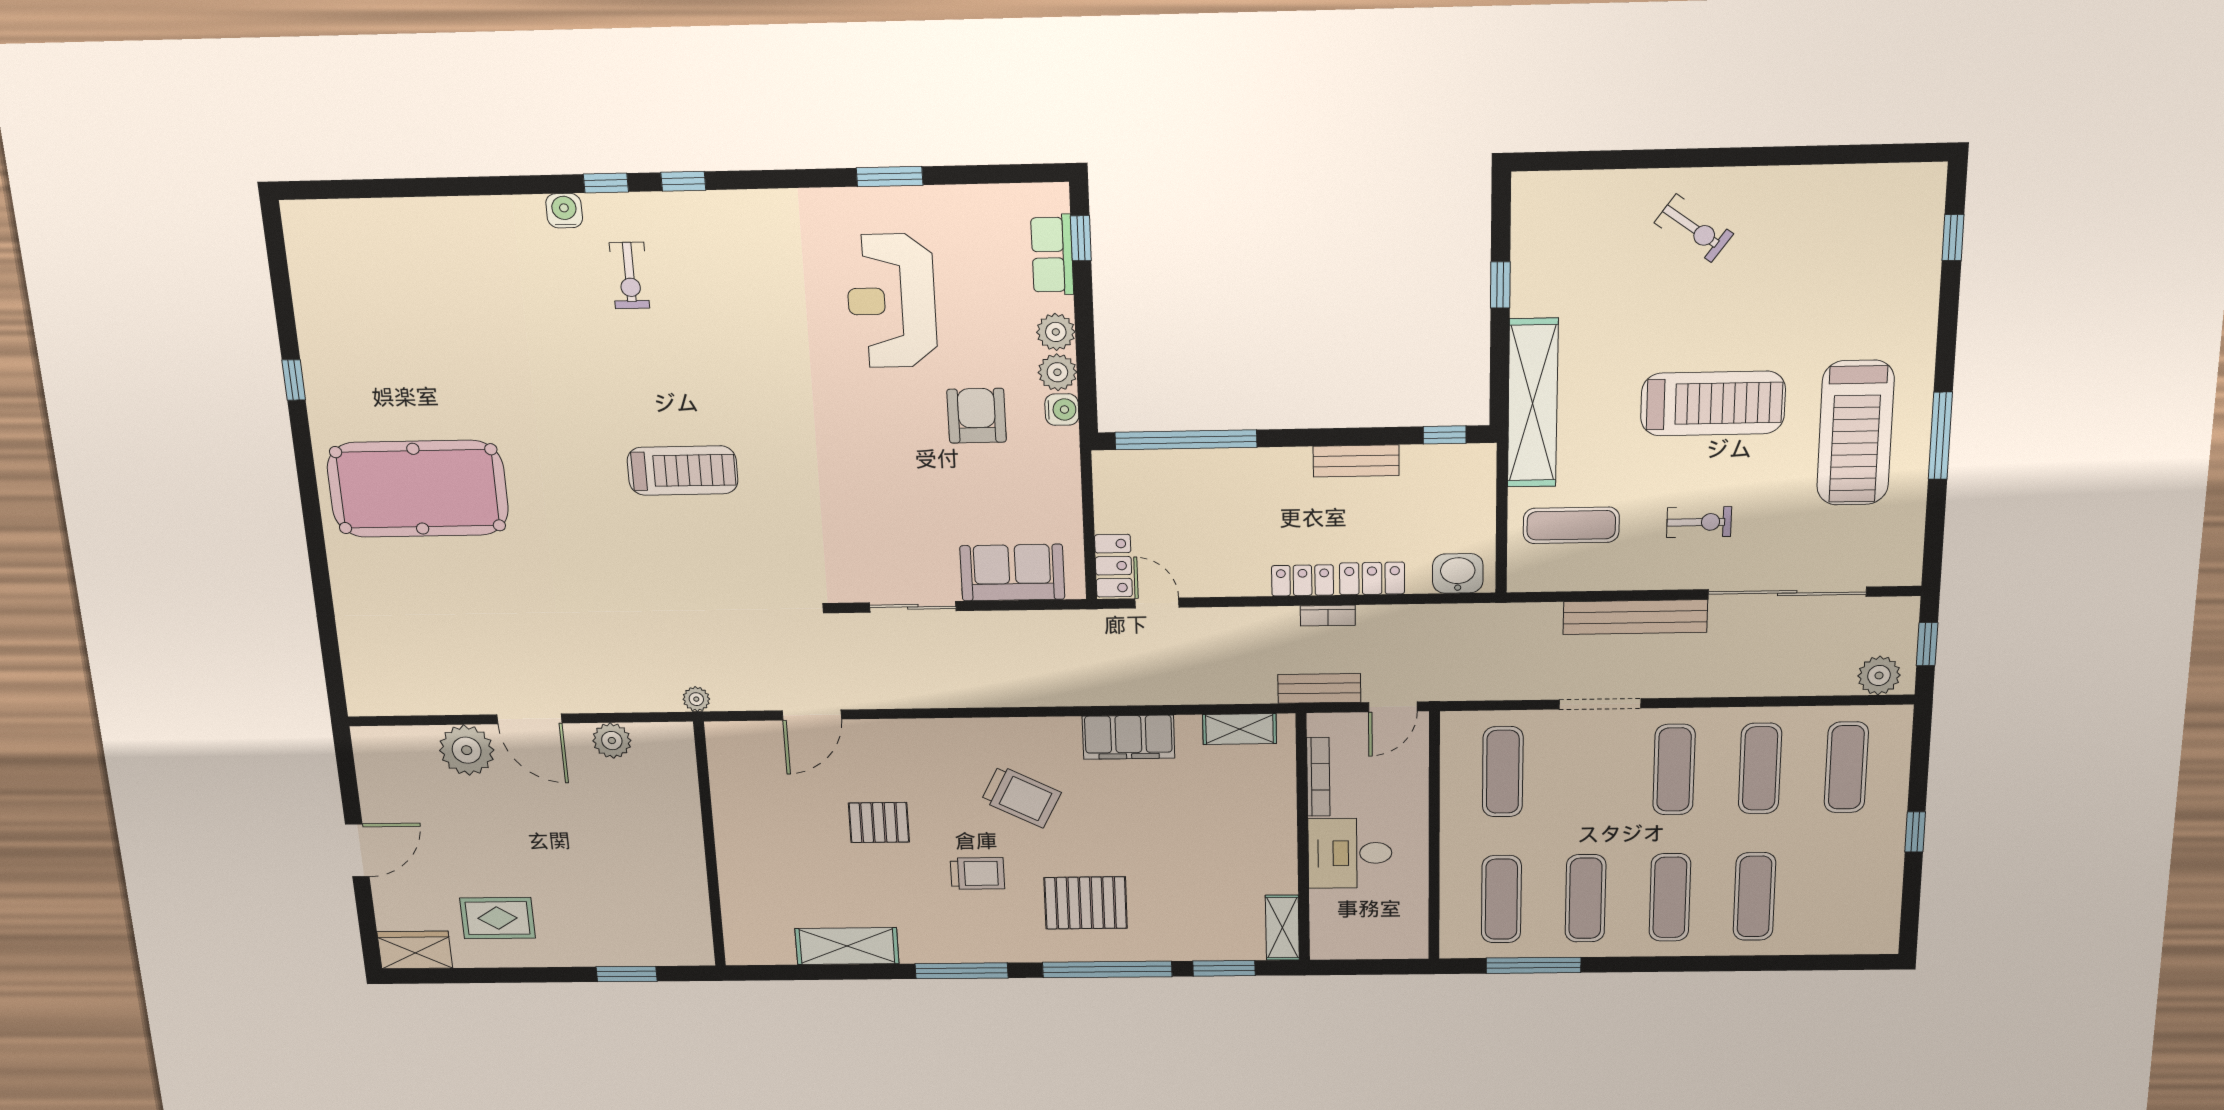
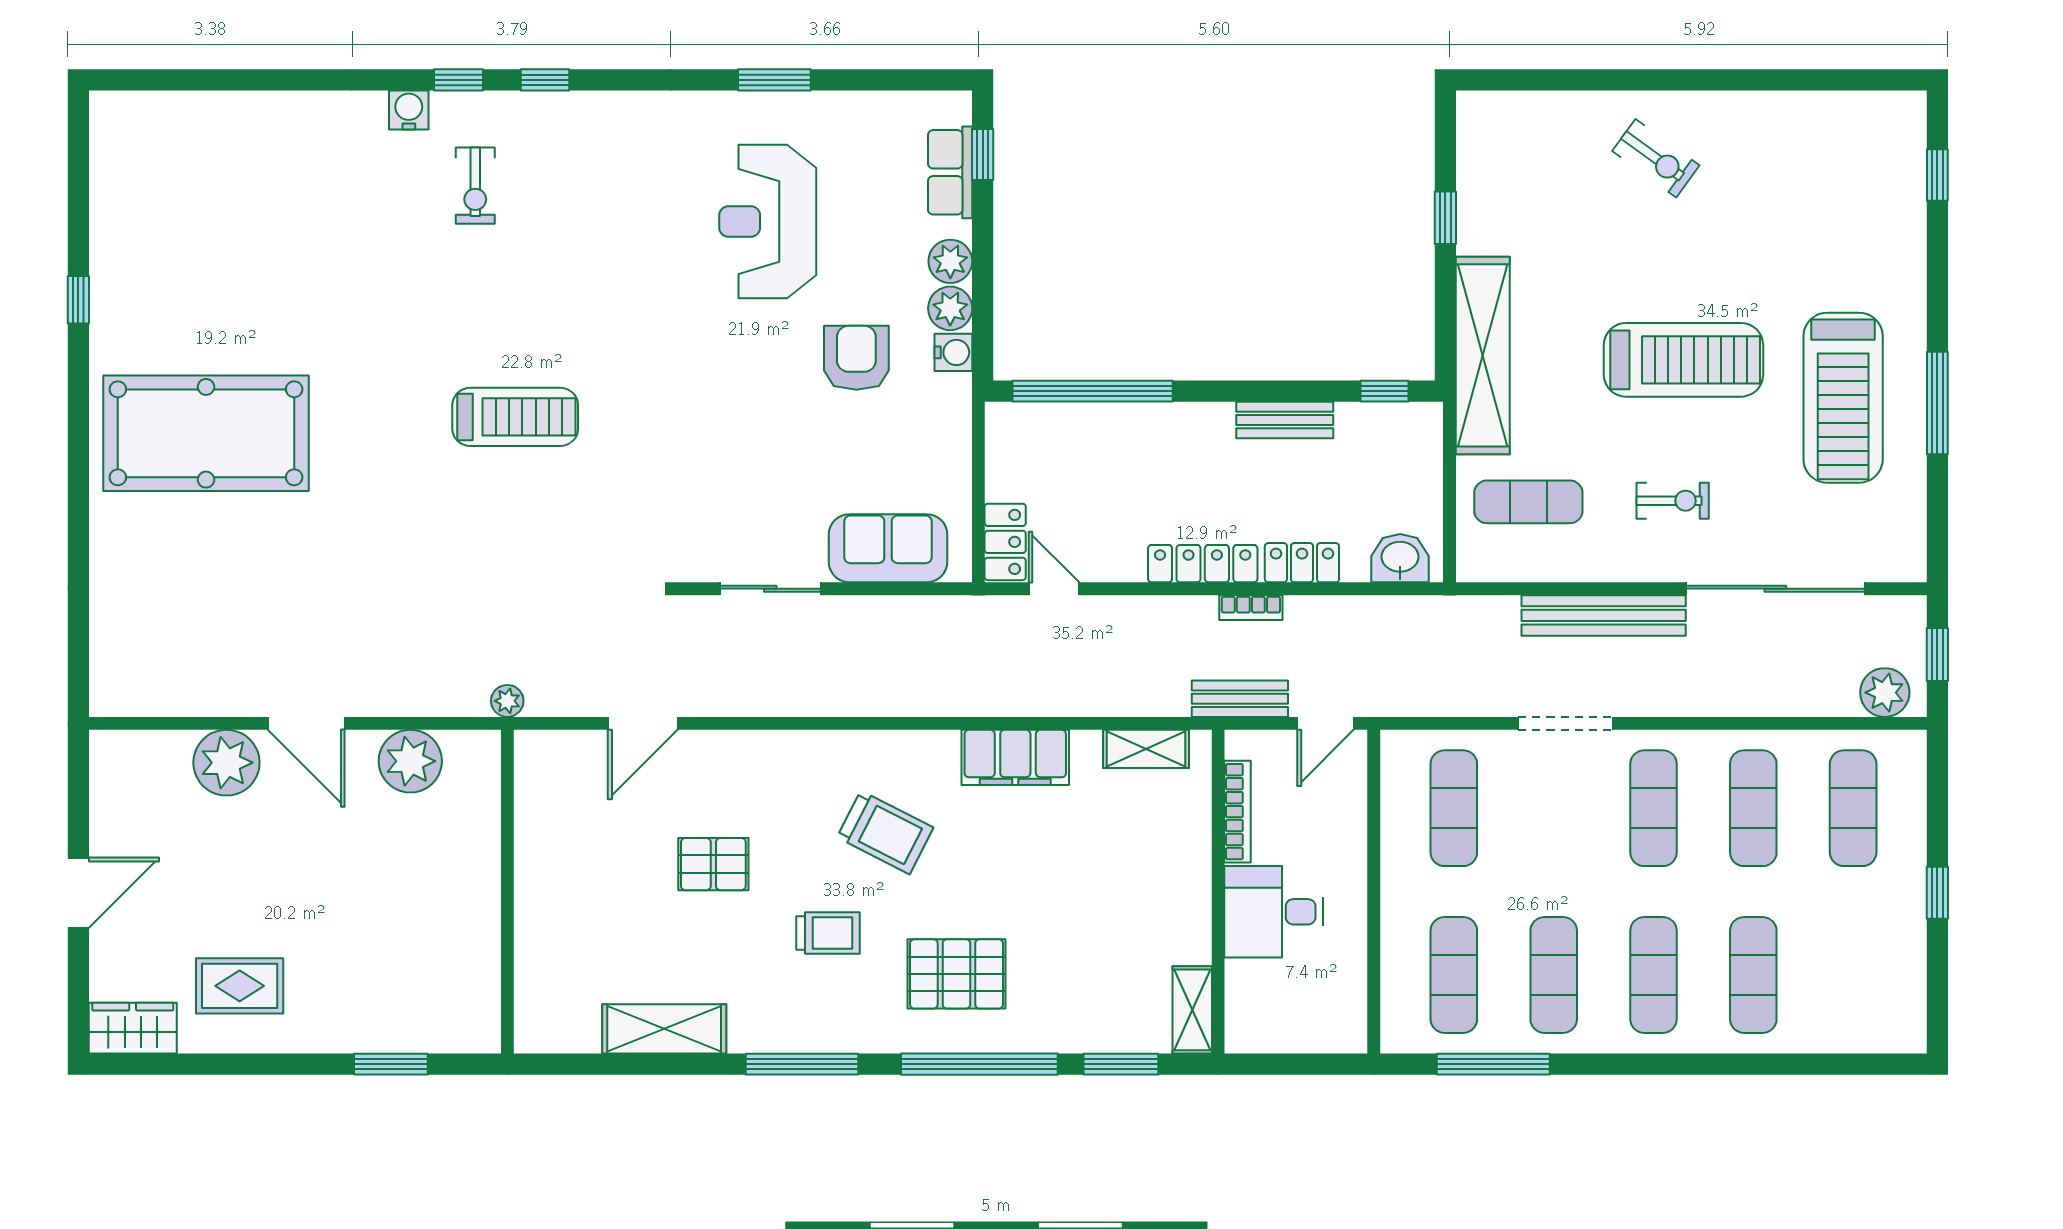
locker: (1303, 580) -> (1203, 564), width x1.53
plant: (612, 741) -> (410, 761), width x1.36, depth x1.36

